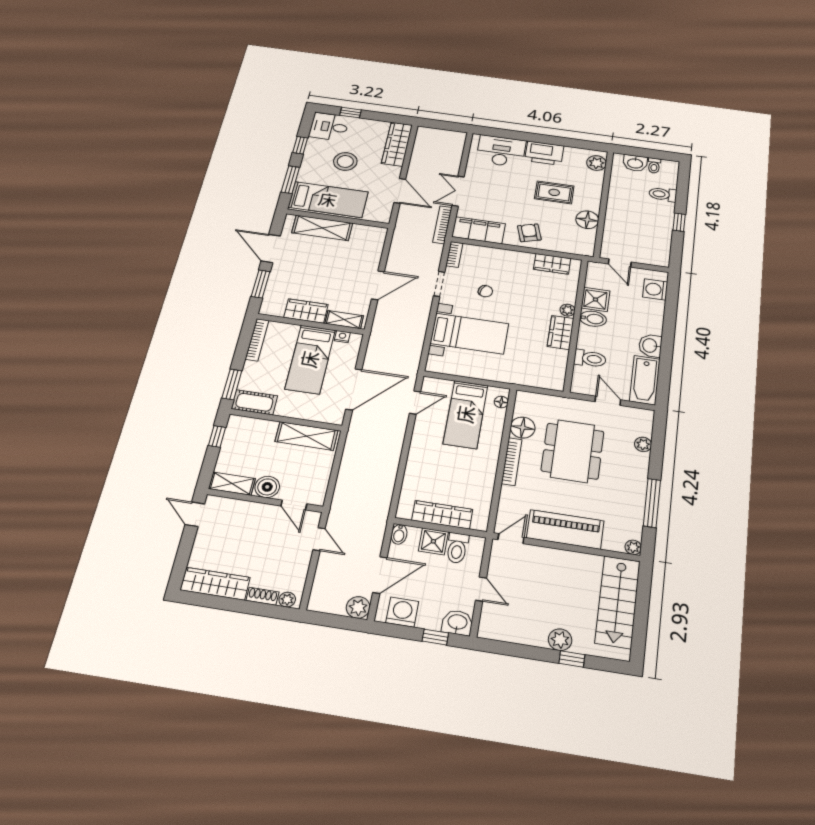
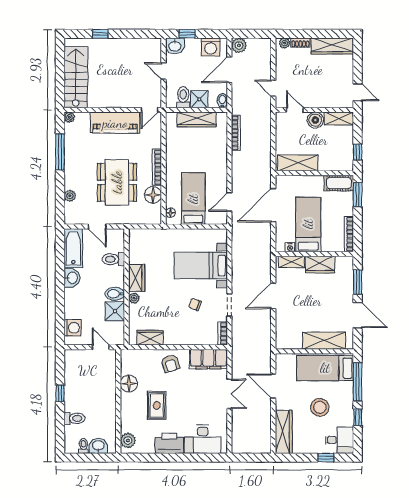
window: (290, 180) -> (358, 382), width x1.44
rug: (554, 192) -> (157, 405), turned 90
bookcase: (442, 225) -> (236, 133), moved
plant: (560, 640) -> (109, 45), removed

